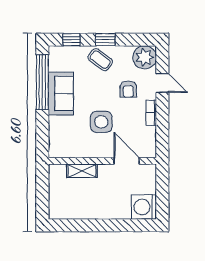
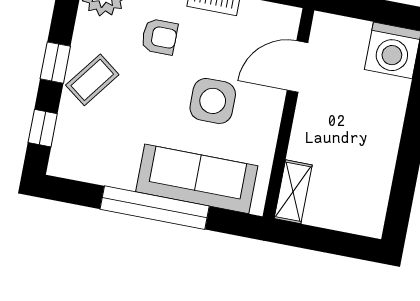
window: (42, 82) -> (155, 208), moved
sofa: (61, 93) -> (197, 179), moved, width x1.36
shelving: (82, 171) -> (293, 192), moved

